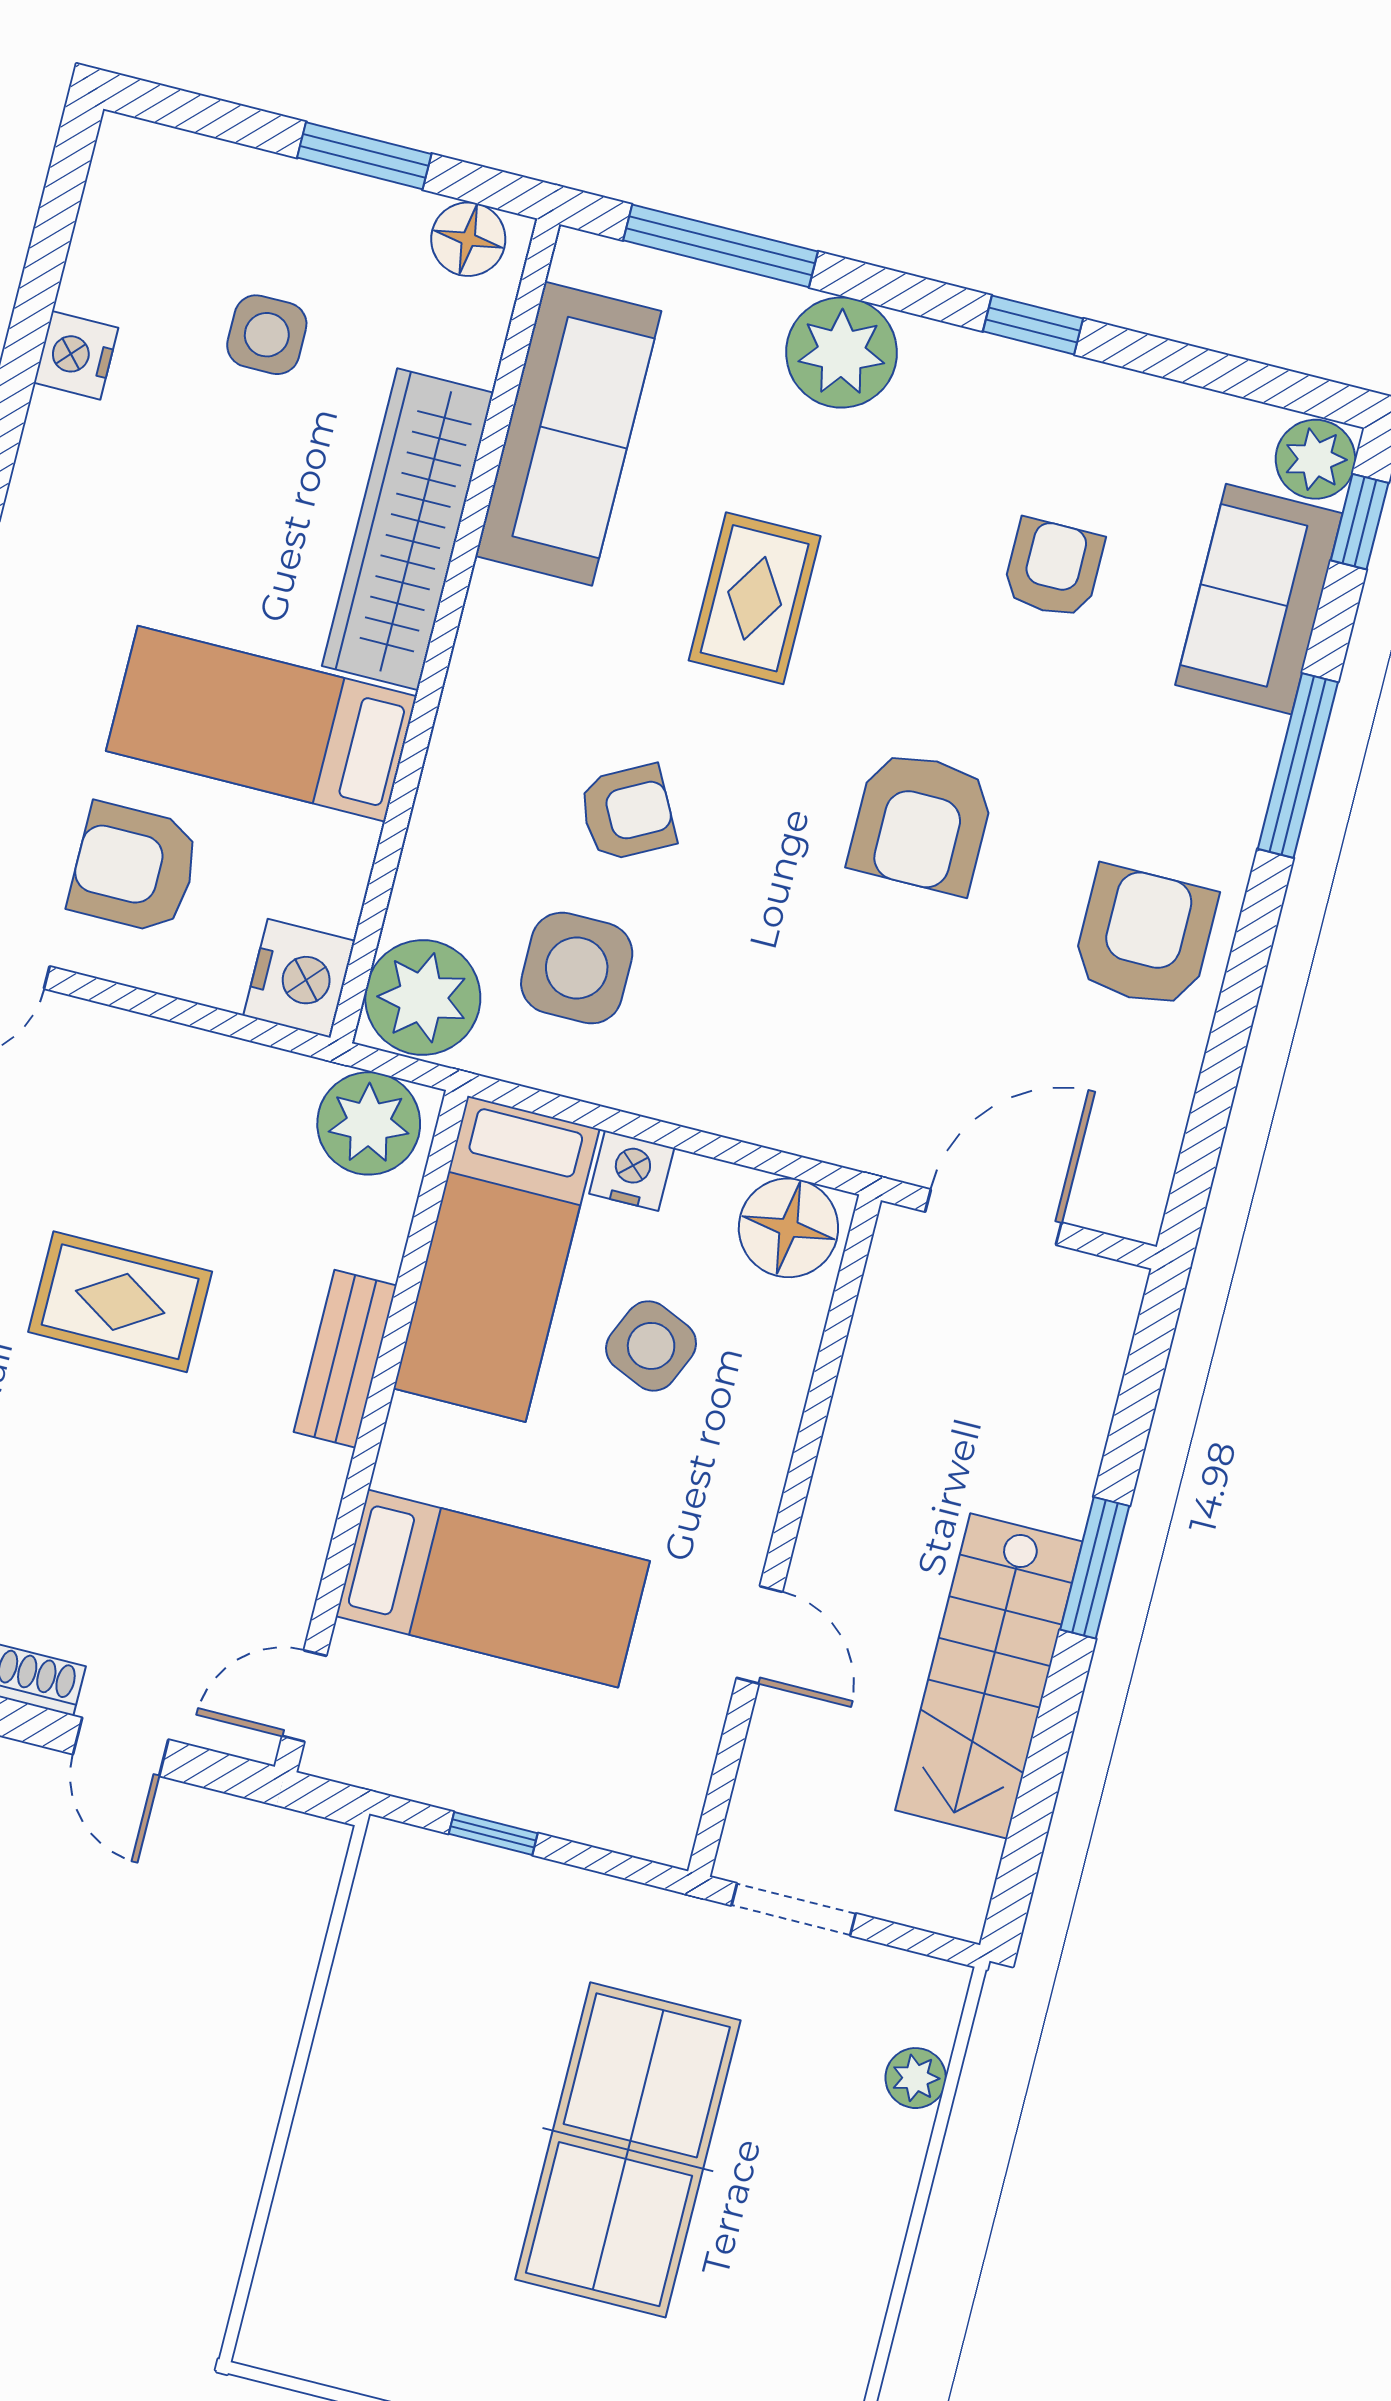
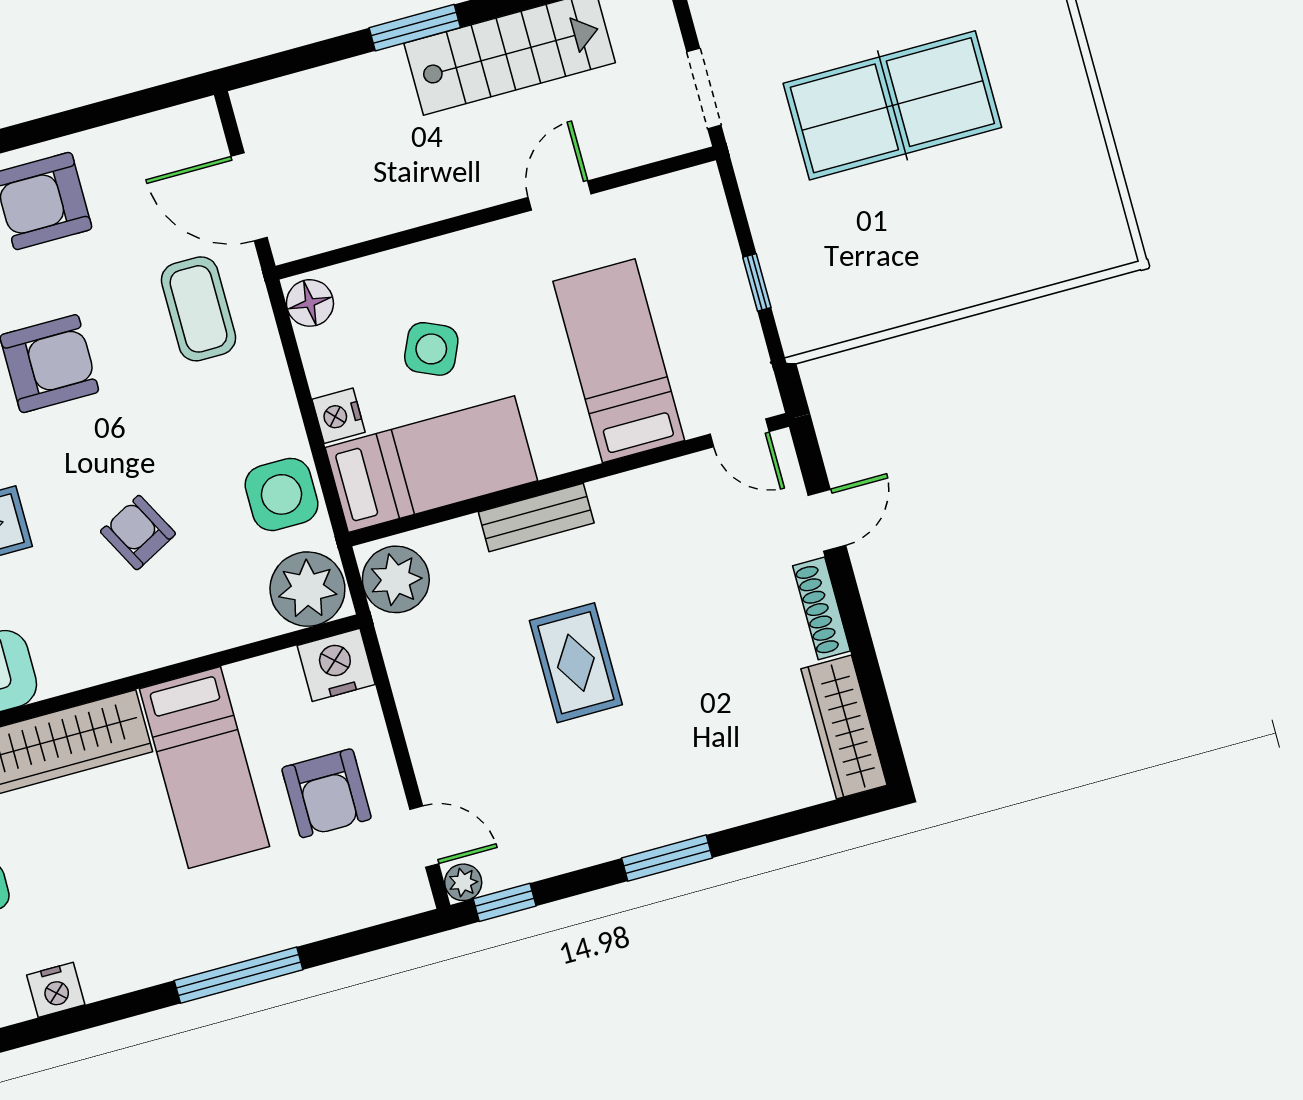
side table: (577, 968) -> (281, 494), moved
coffee table: (882, 1064) -> (198, 309), added
floor lamp: (788, 1228) -> (310, 303), width x0.73, depth x0.73

